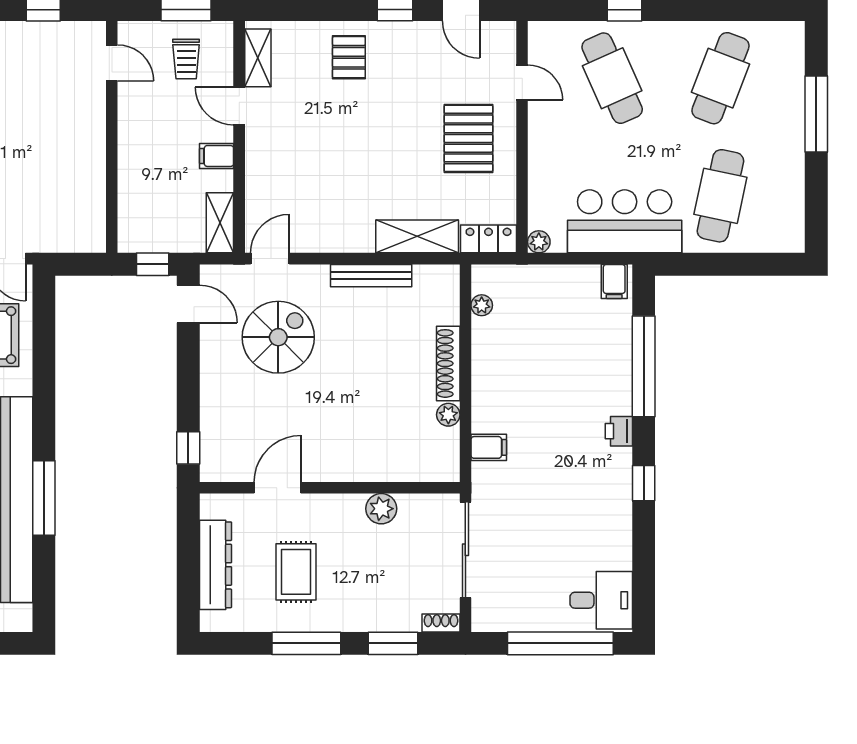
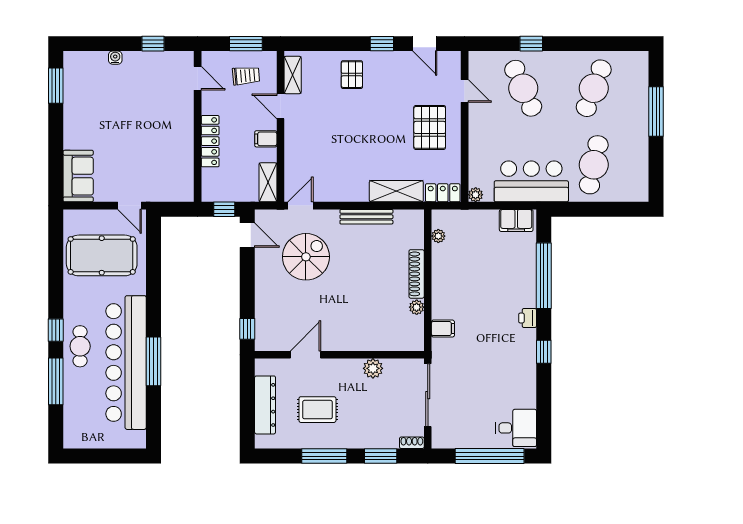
trolley: (186, 59) -> (246, 76), turned -95
locker: (131, 159) -> (210, 141), added
filing cabinet: (614, 281) -> (516, 220), width x2.00
rug: (296, 572) -> (317, 410), turned 90

